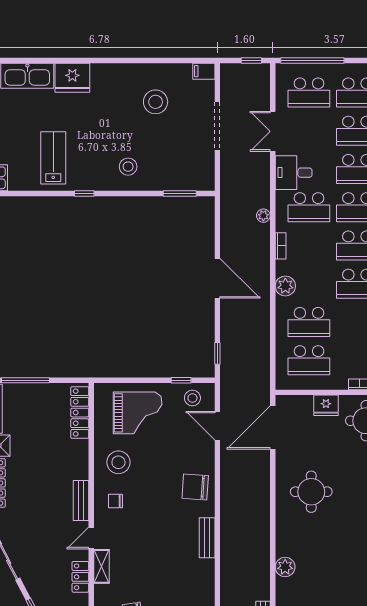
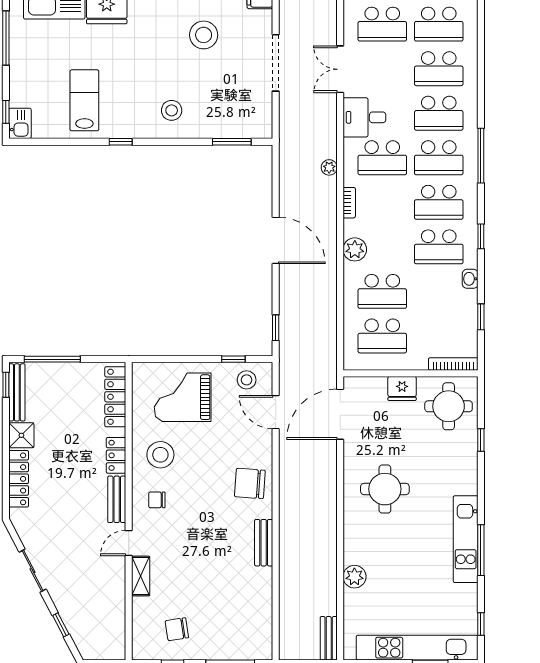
grand piano: (138, 413) -> (183, 397), turned 180
locker: (80, 577) -> (116, 455), moved

